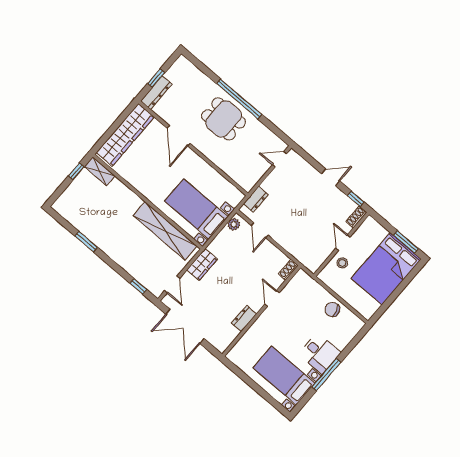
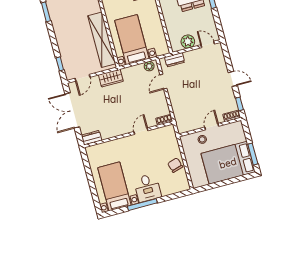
plant: (257, 171) -> (188, 42), added
dresser: (244, 318) -> (92, 138), moved

